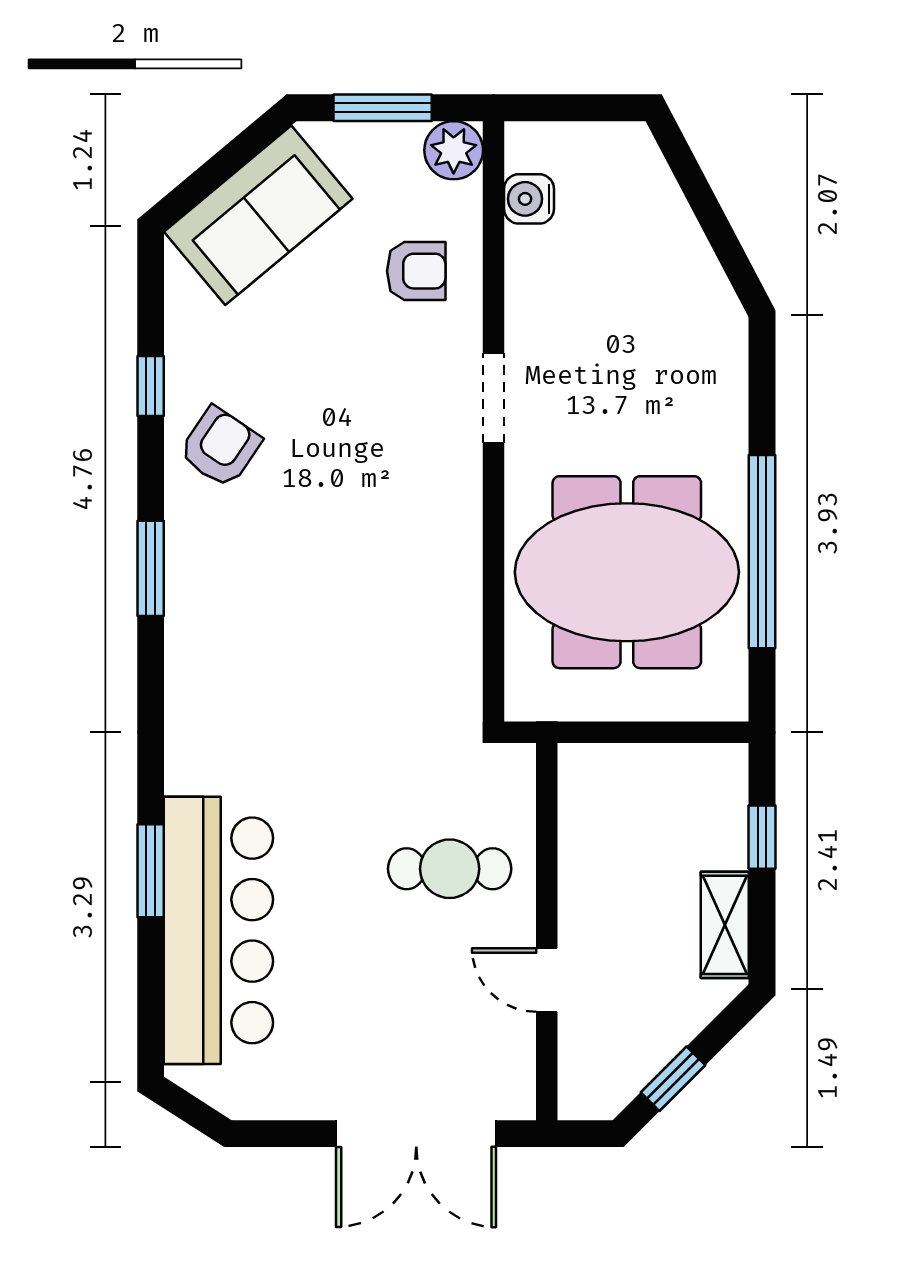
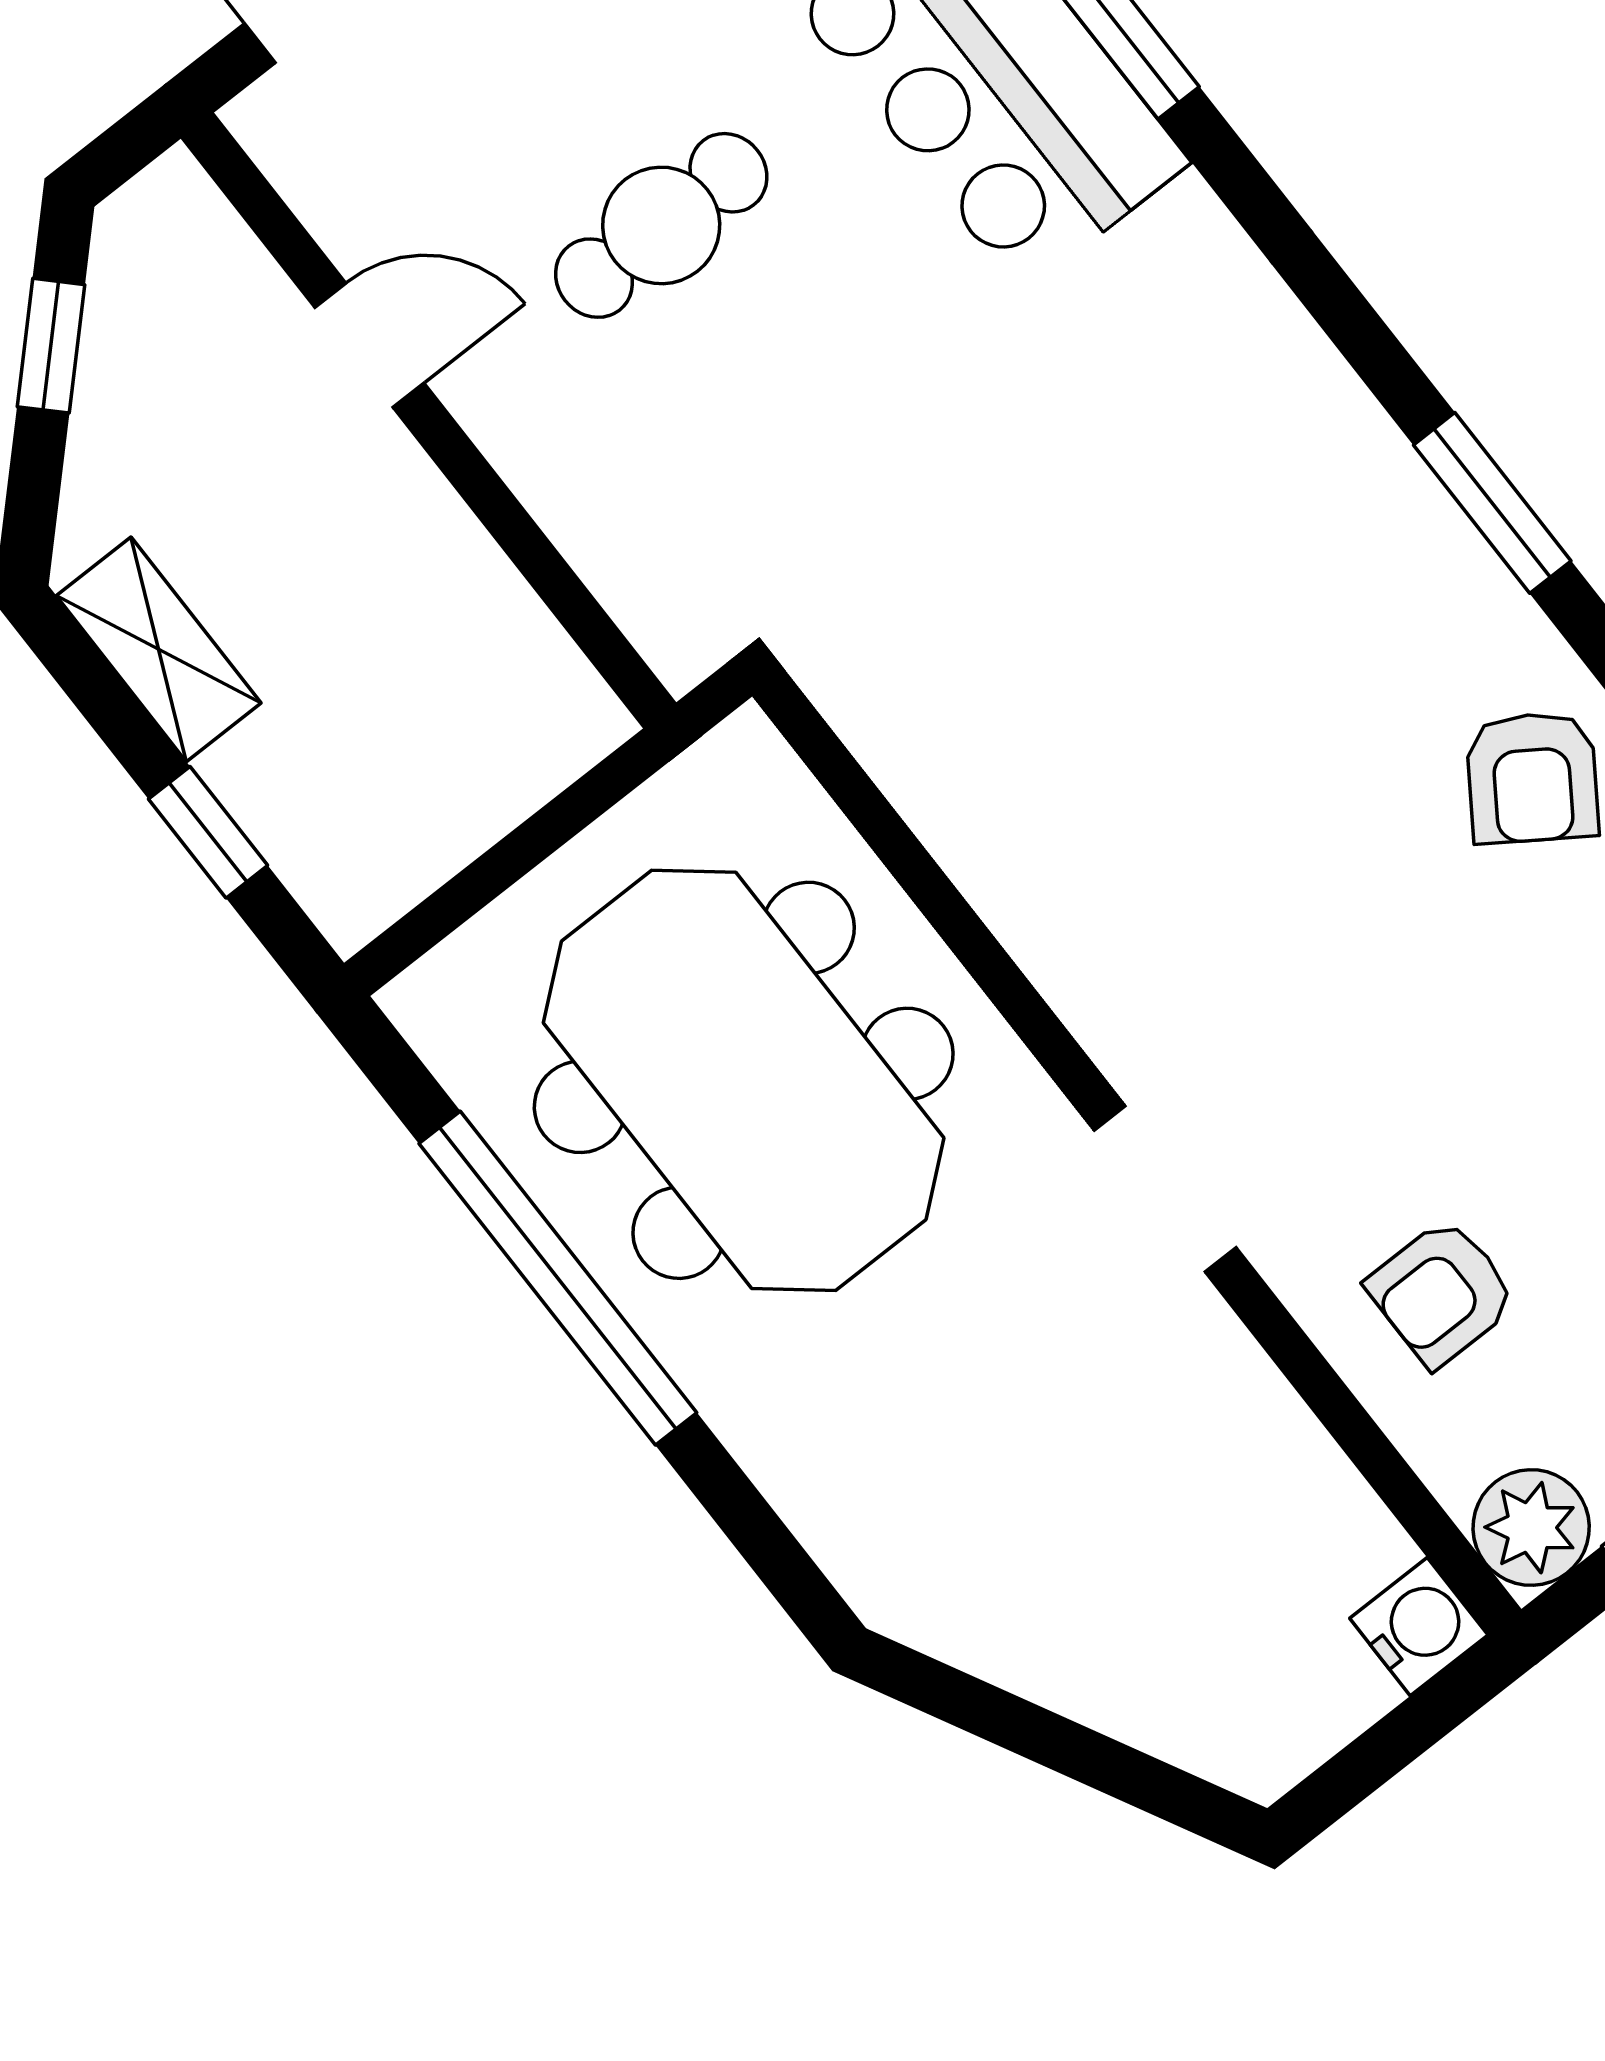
water cooler: (529, 199) -> (1419, 1627), moved
meeting table: (627, 572) -> (744, 1080), turned 90
cafe table: (450, 869) -> (661, 225), moved

